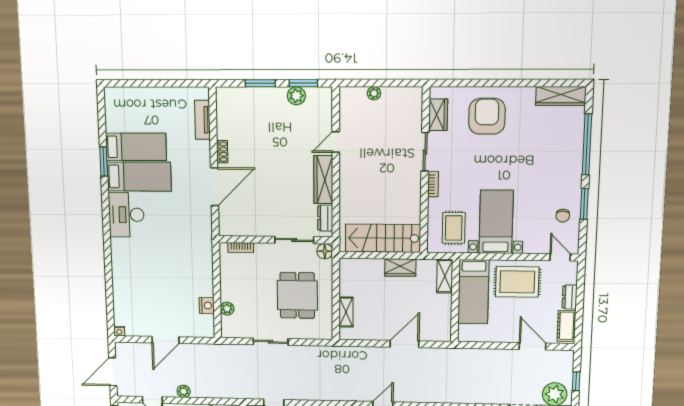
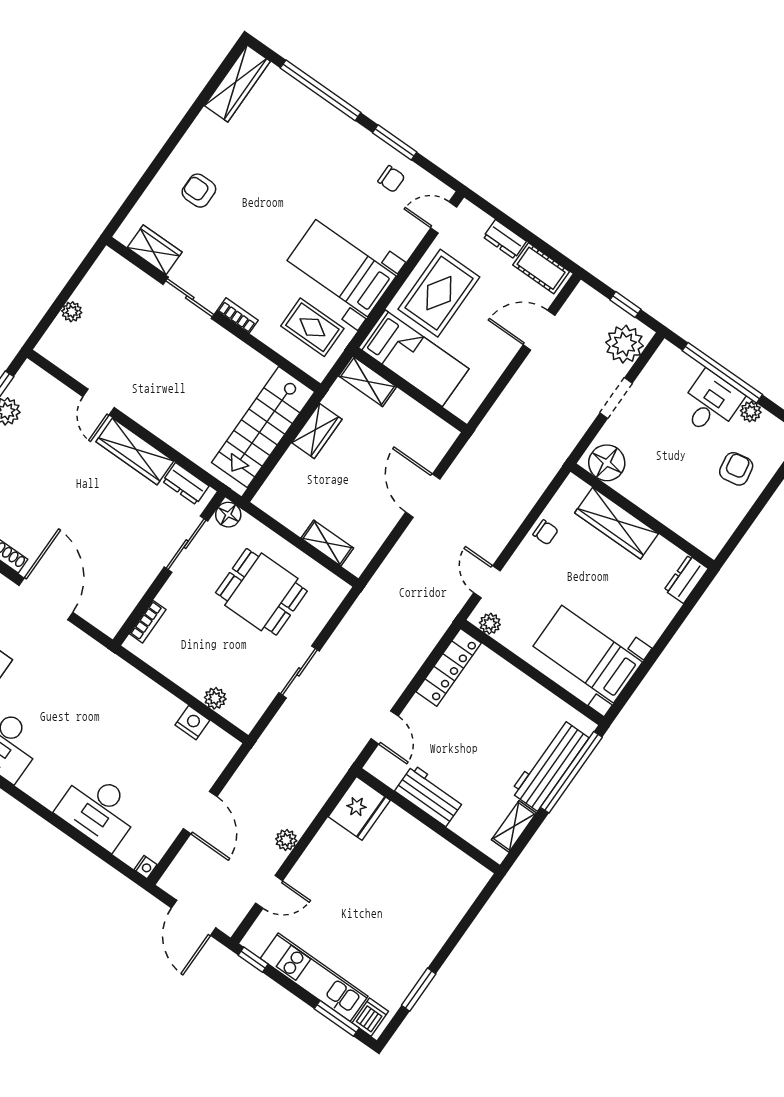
armchair: (487, 116) -> (199, 191), width x0.53, depth x0.53
desk: (130, 288) -> (99, 810), added

